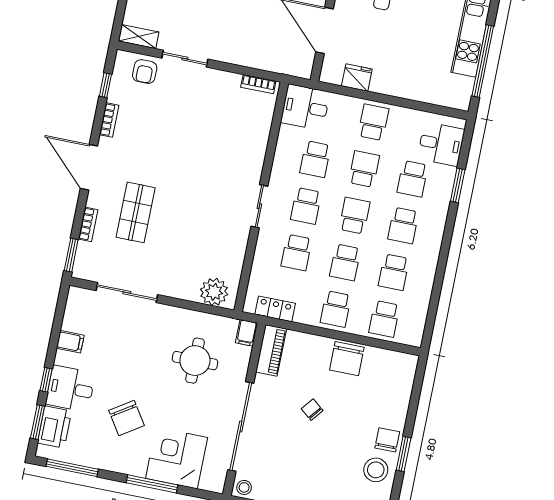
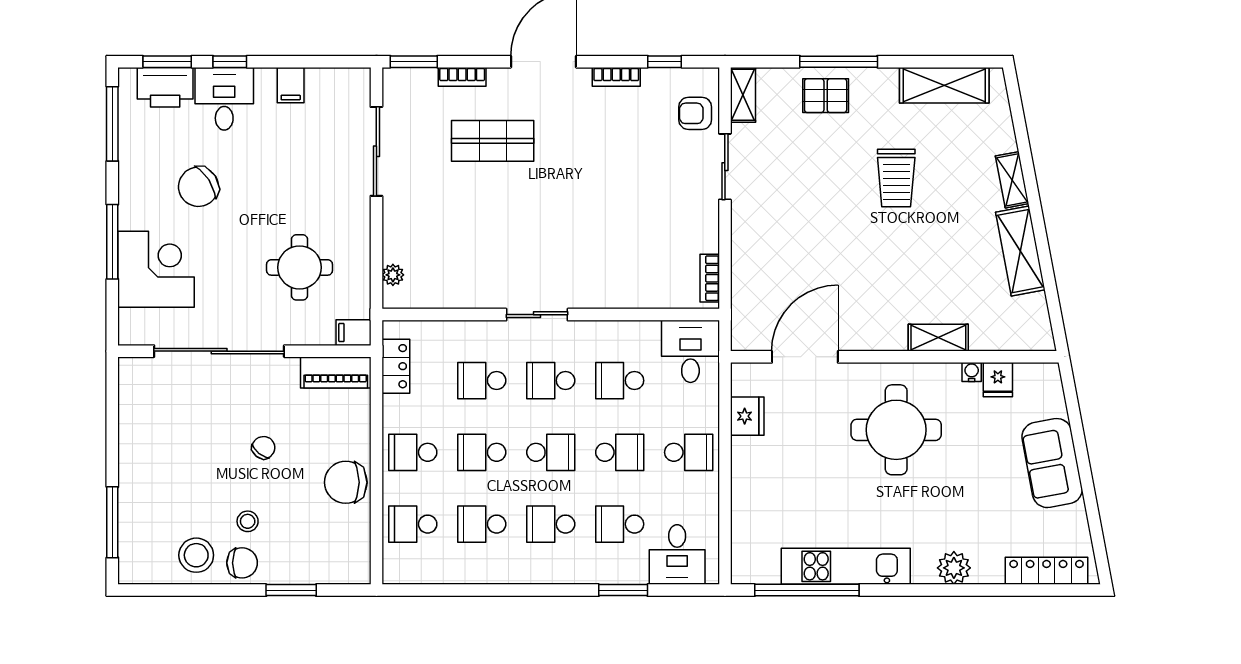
plant: (214, 292) -> (393, 275), width x0.53, depth x0.53
window: (404, 454) -> (291, 590), moved
stool: (244, 487) -> (248, 521), moved

